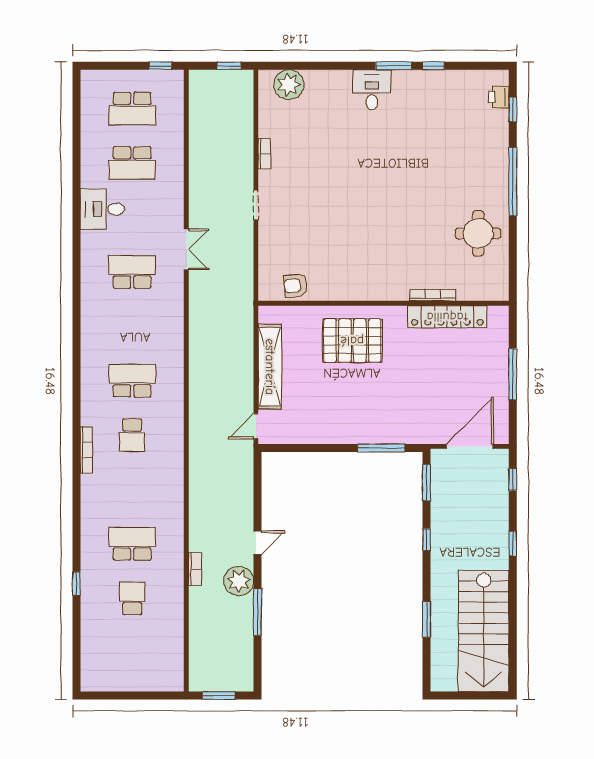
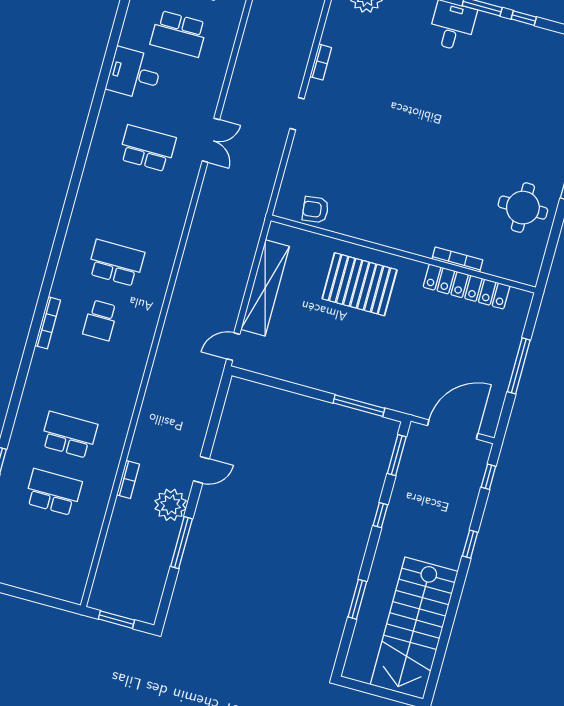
school desk: (132, 598) -> (53, 492), width x1.85

